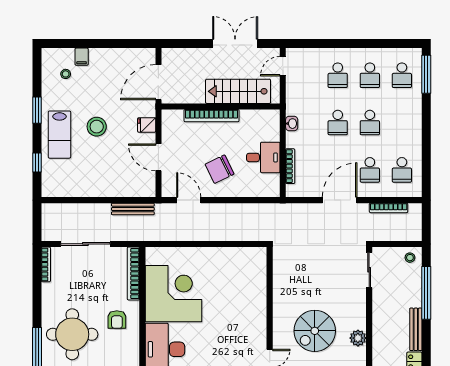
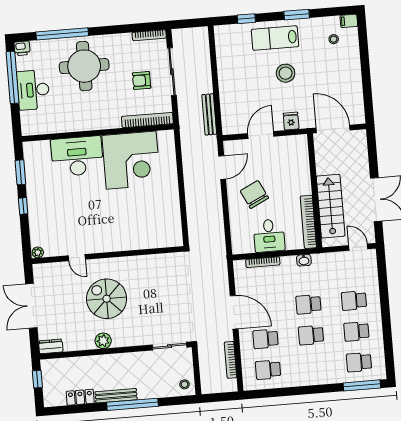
filing cabinet: (82, 57) -> (349, 21), moved
bookcase: (211, 116) -> (308, 222), moved
window: (426, 293) -> (133, 404), moved
armchair: (117, 320) -> (142, 80), moved

